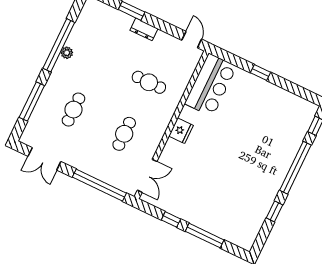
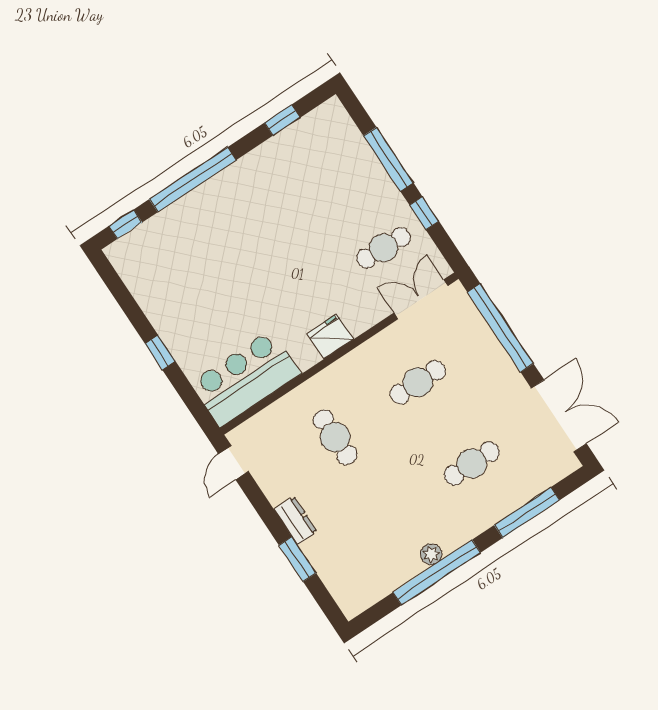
double door: (44, 159) -> (559, 416), width x1.37
cafe table: (181, 190) -> (384, 248), added
window: (275, 211) -> (282, 120), moved

